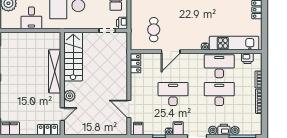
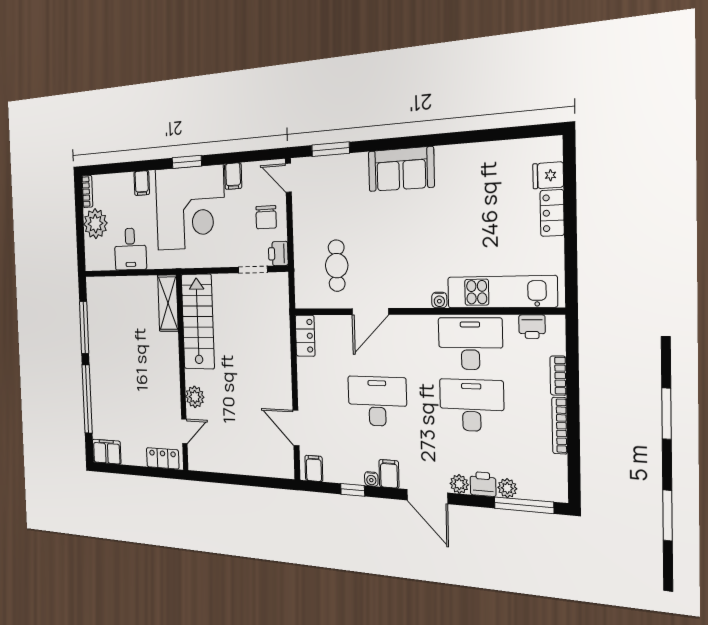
shelving: (55, 71) -> (168, 303), moved, width x0.68

